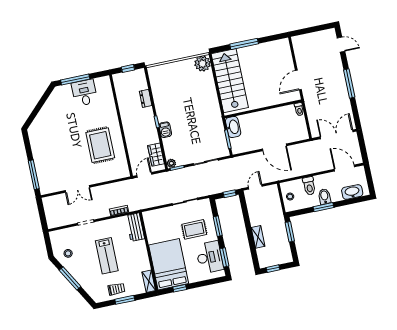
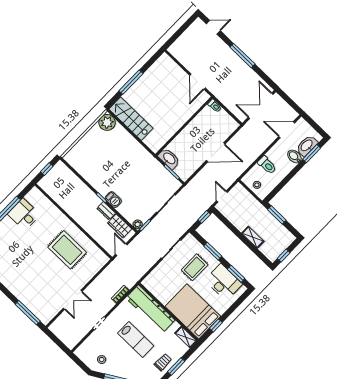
stairs: (230, 81) -> (131, 119), width x0.73, depth x0.66
dresser: (146, 98) -> (106, 211), moved
bidet: (325, 196) -> (294, 157), moved
window: (323, 207) -> (312, 154), moved
workbench: (135, 227) -> (150, 309), width x1.88, depth x1.32

